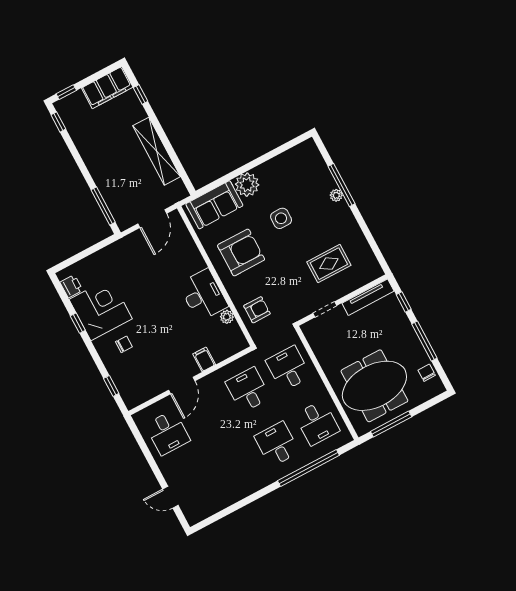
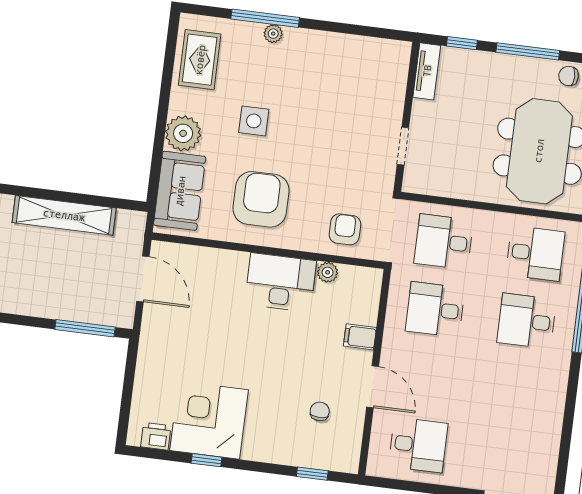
rug: (329, 264) -> (200, 60), moved
tv unit: (368, 297) -> (427, 71), width x0.71
chair: (124, 344) -> (320, 411), moved

